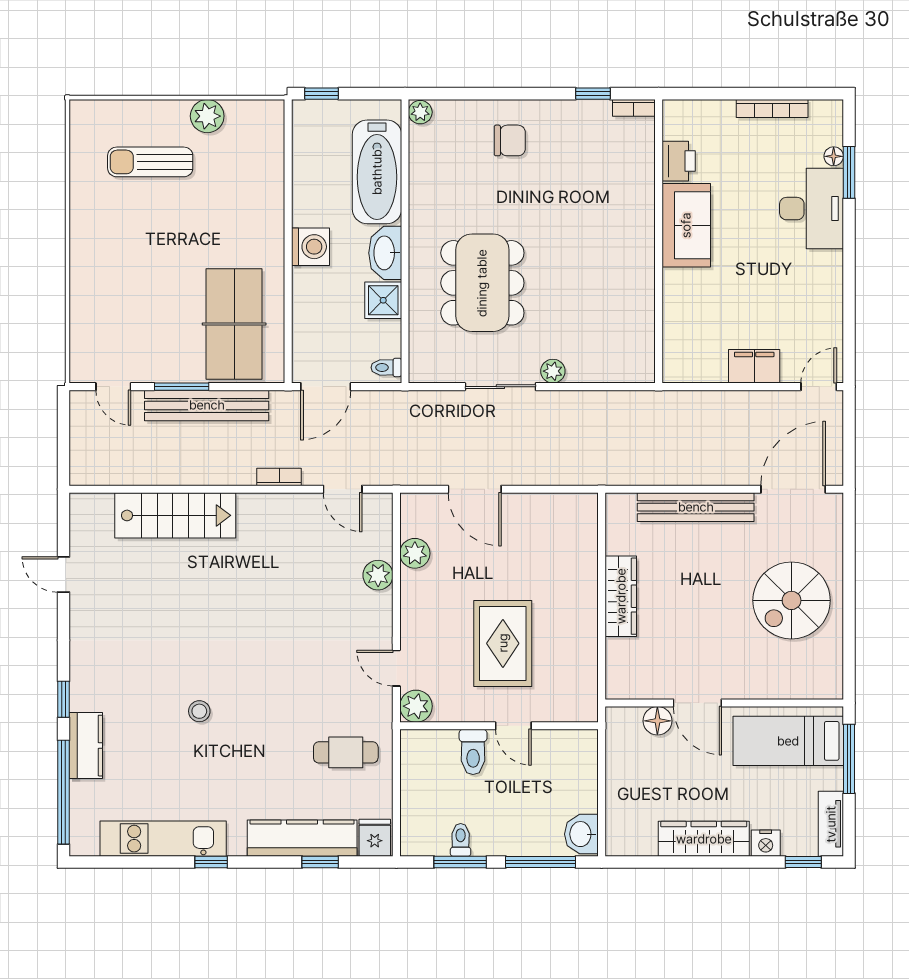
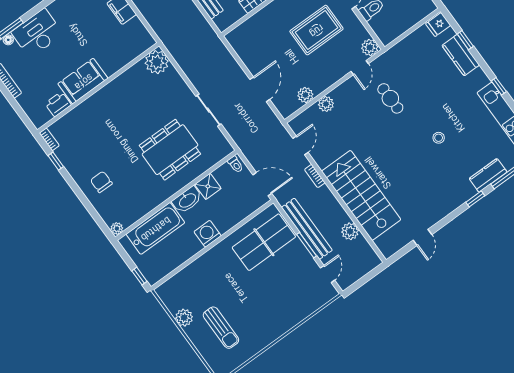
plant: (553, 371) -> (157, 62), moved, width x1.88, depth x1.88
plant: (154, 469) -> (350, 231), added
stairs: (175, 515) -> (361, 195), width x1.36, depth x1.51
cafe table: (346, 752) -> (390, 98), moved
kitchen counter: (302, 838) -> (461, 55), width x0.67

